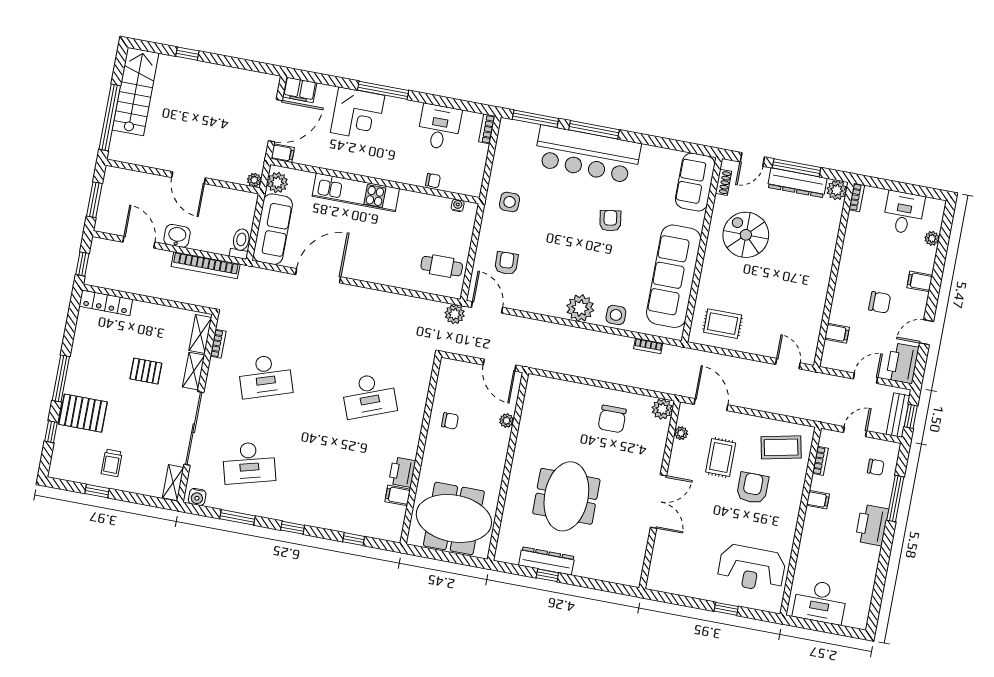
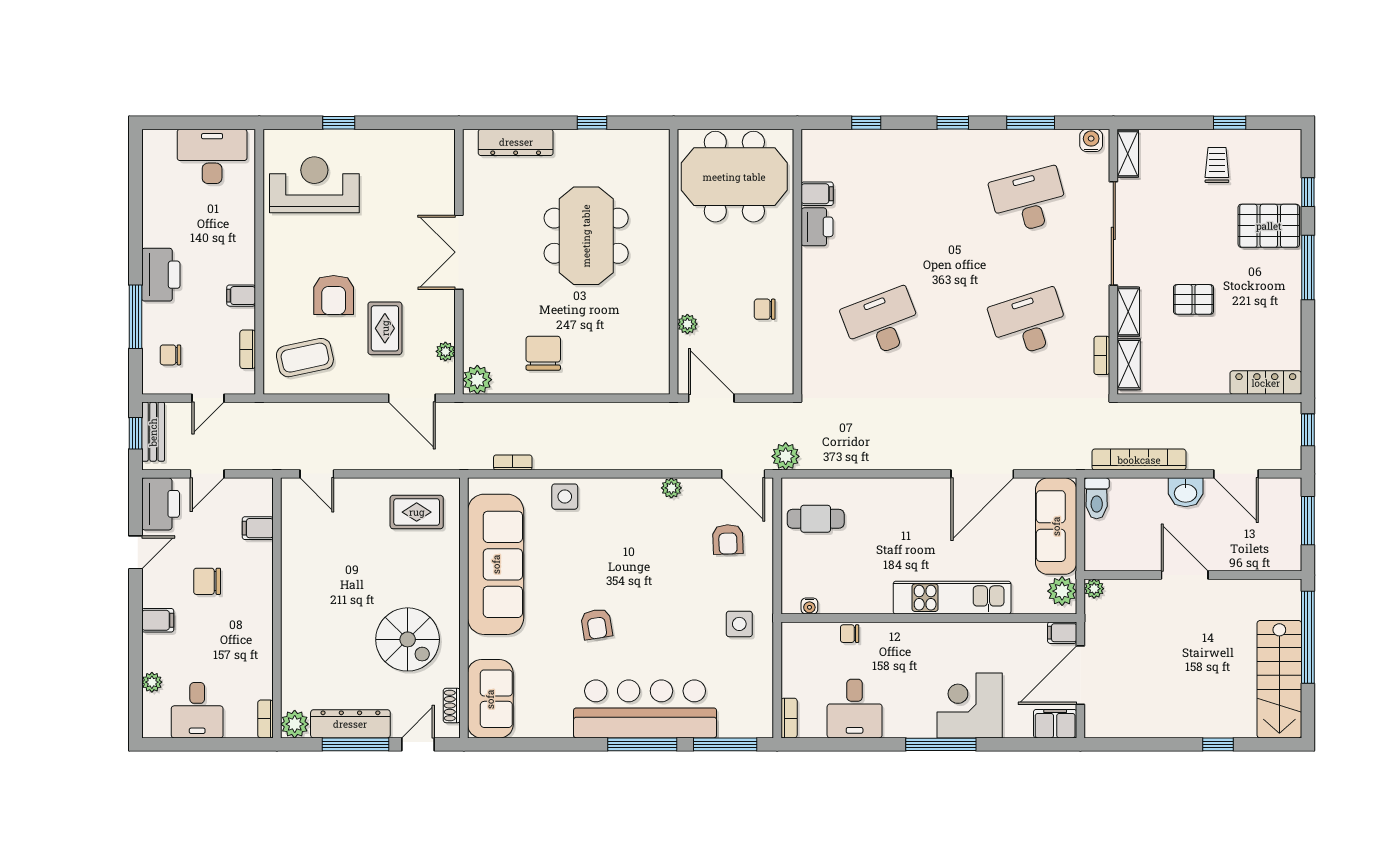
plant: (580, 308) -> (671, 488), moved, width x0.53, depth x0.53
dresser: (547, 561) -> (516, 142), moved

